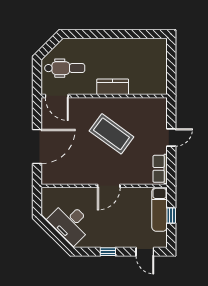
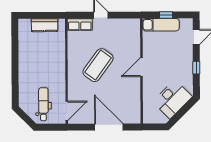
kitchen counter: (113, 87) -> (45, 25), moved, turned -90
row of seats: (160, 169) -> (80, 25), moved
door: (109, 186) -> (141, 67), swing flipped

